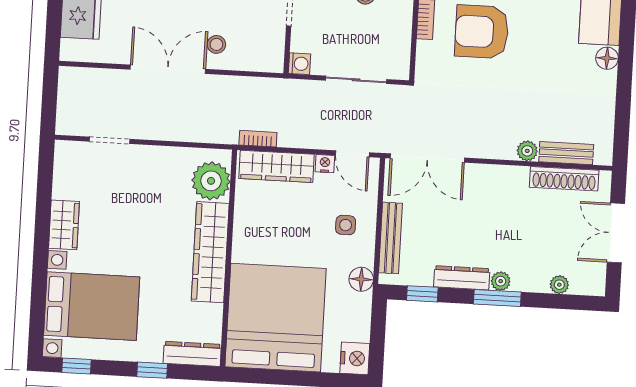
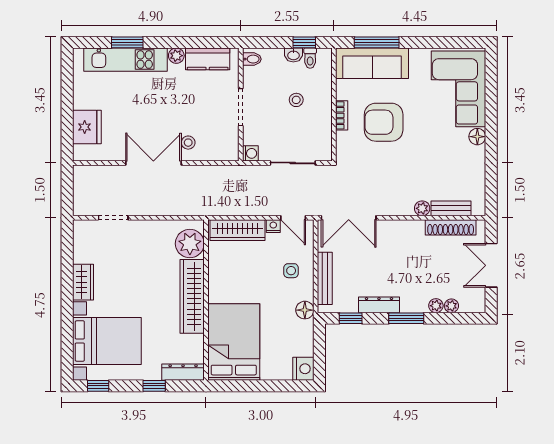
bookcase: (258, 139) -> (223, 210), removed
plant: (501, 281) -> (436, 306), moved
bed: (276, 318) -> (234, 342), width x0.73

